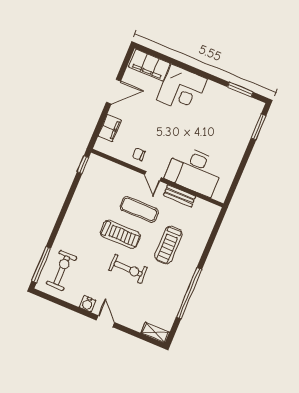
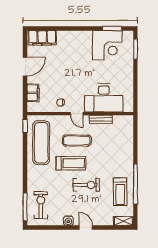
corner desk: (182, 89) -> (107, 45), moved
exercise mat: (94, 194) -> (41, 143), added
treadmill: (168, 245) -> (120, 192), moved

